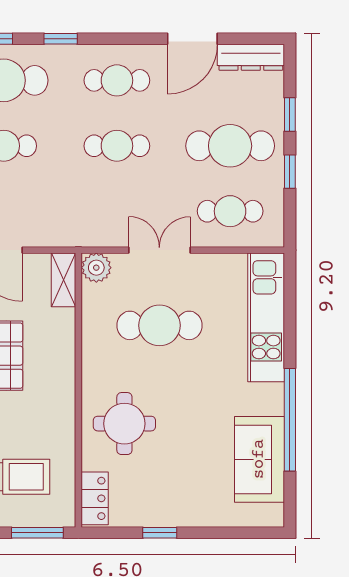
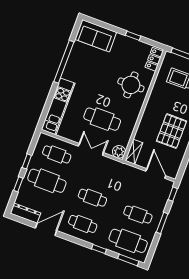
double door: (159, 250) -> (91, 149), swing flipped
sofa: (259, 459) -> (96, 36), moved, turned 90

